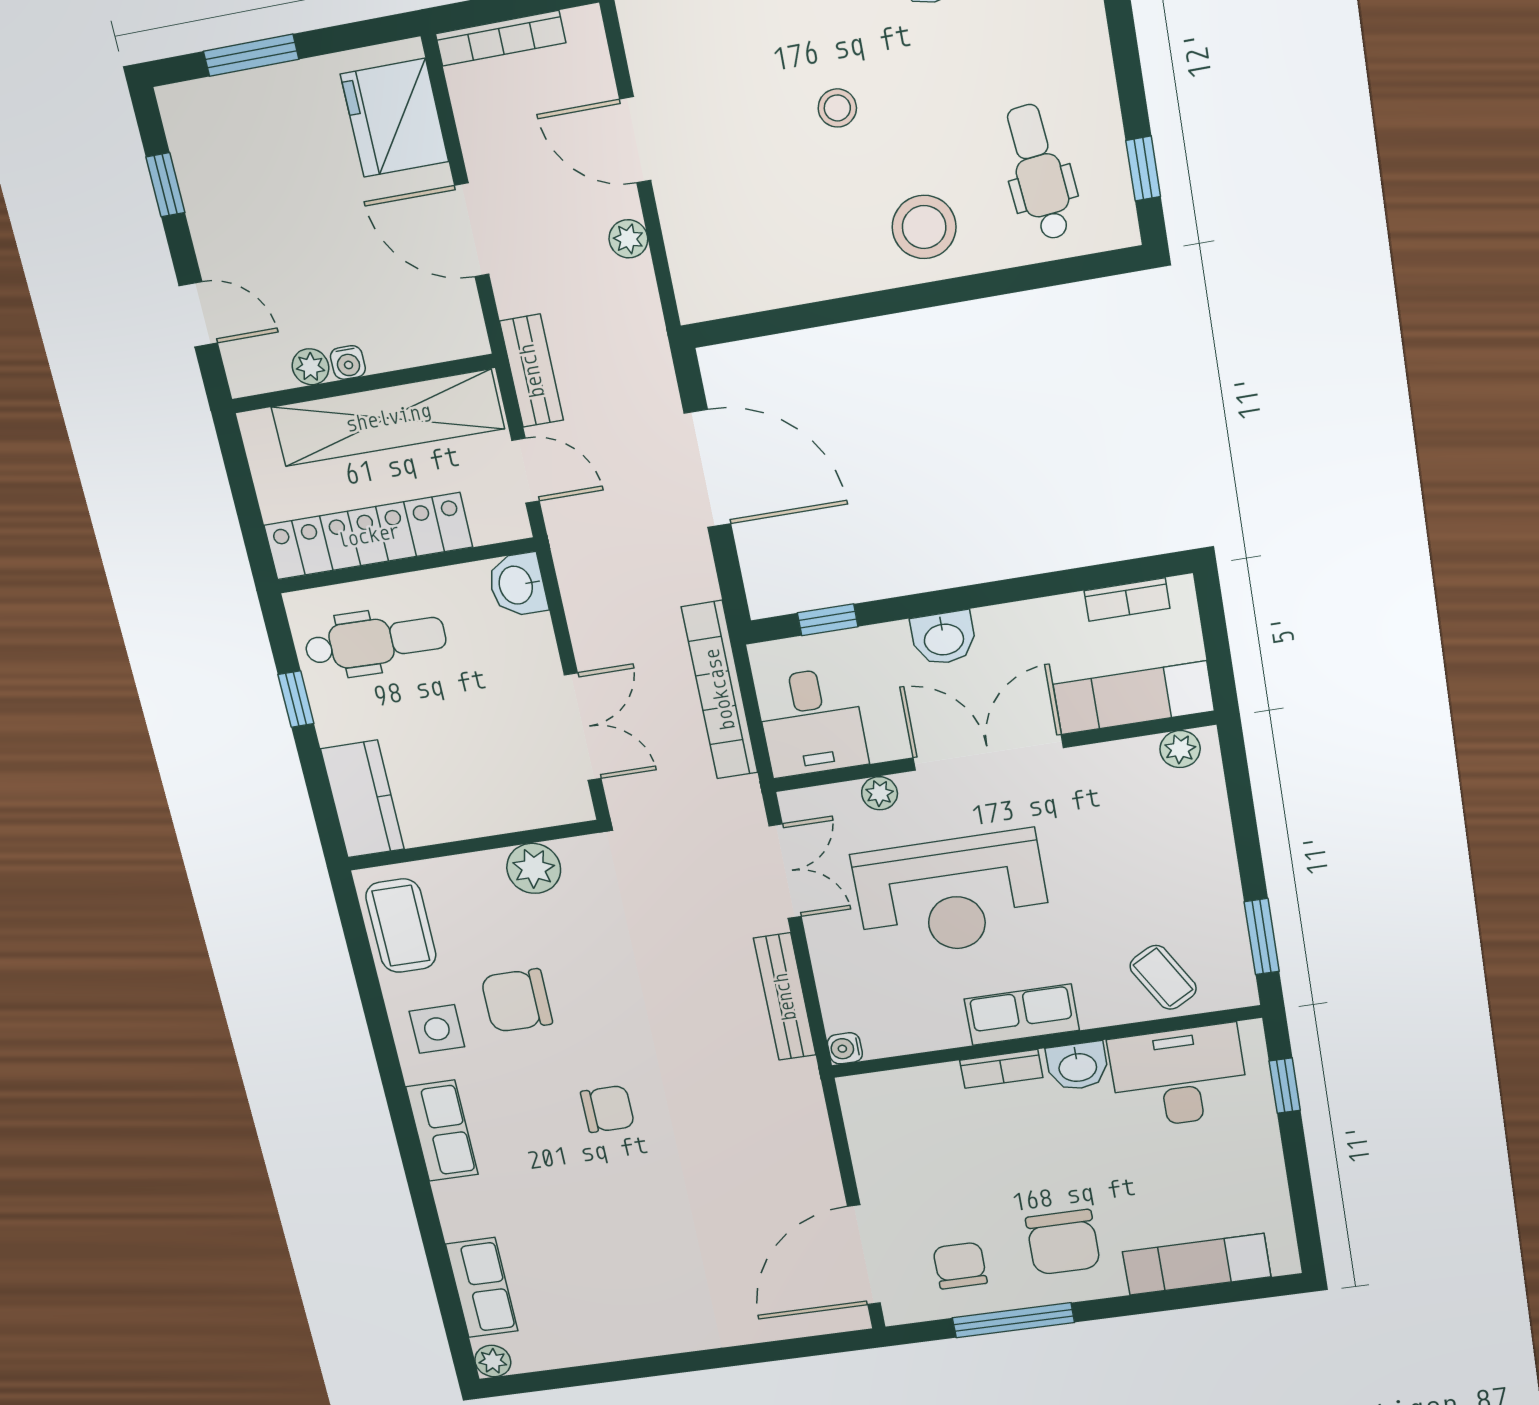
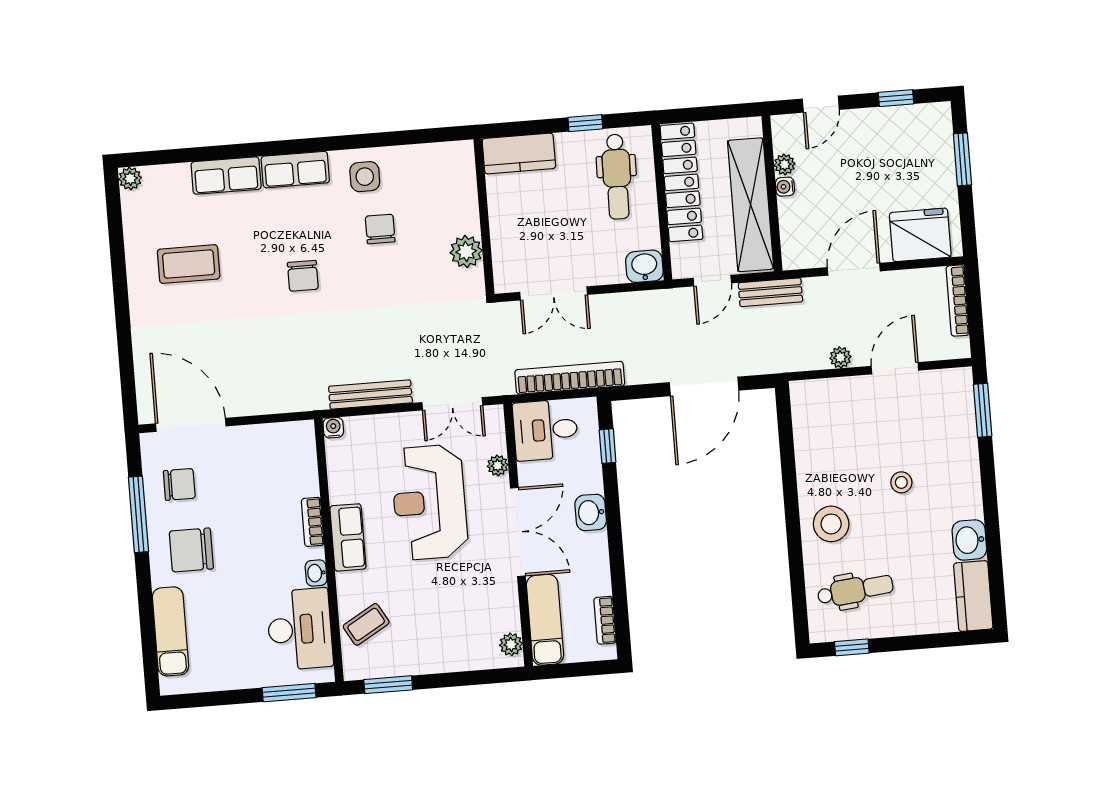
coffee table: (401, 926) -> (189, 264), moved
chair: (517, 1000) -> (380, 229), width x0.73, depth x0.73
washbasin: (1078, 1066) -> (316, 573), width x0.72, depth x0.69
window: (1285, 1086) -> (289, 693), width x1.50
row of seats: (482, 1288) -> (226, 175), moved

